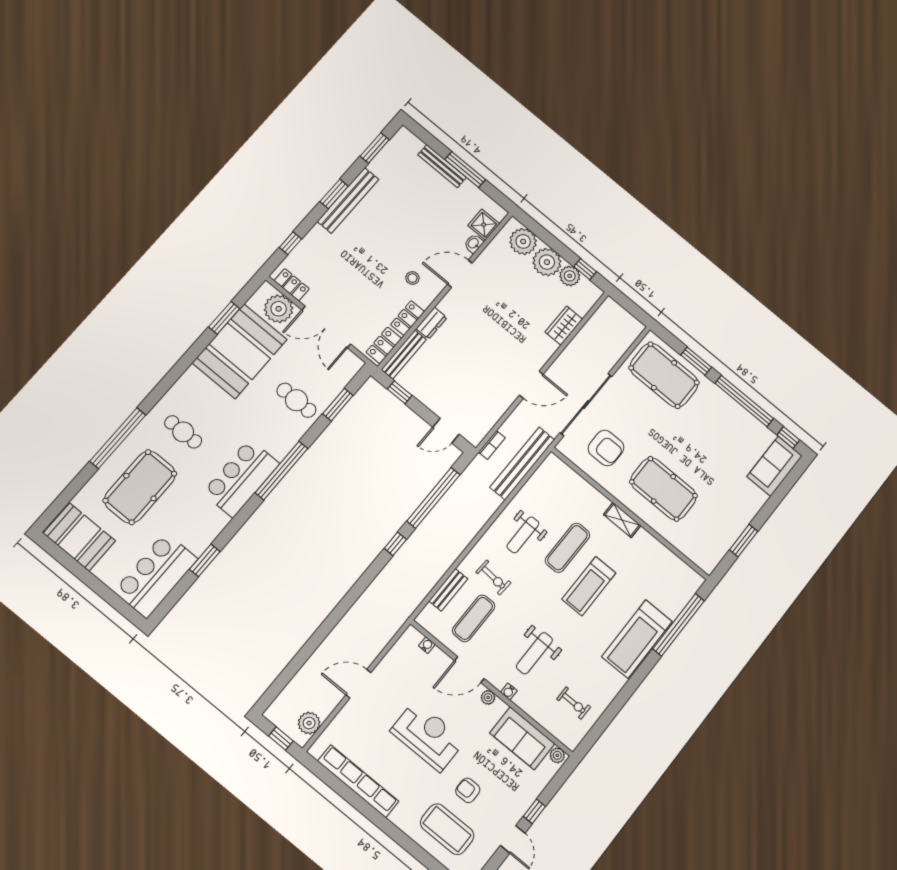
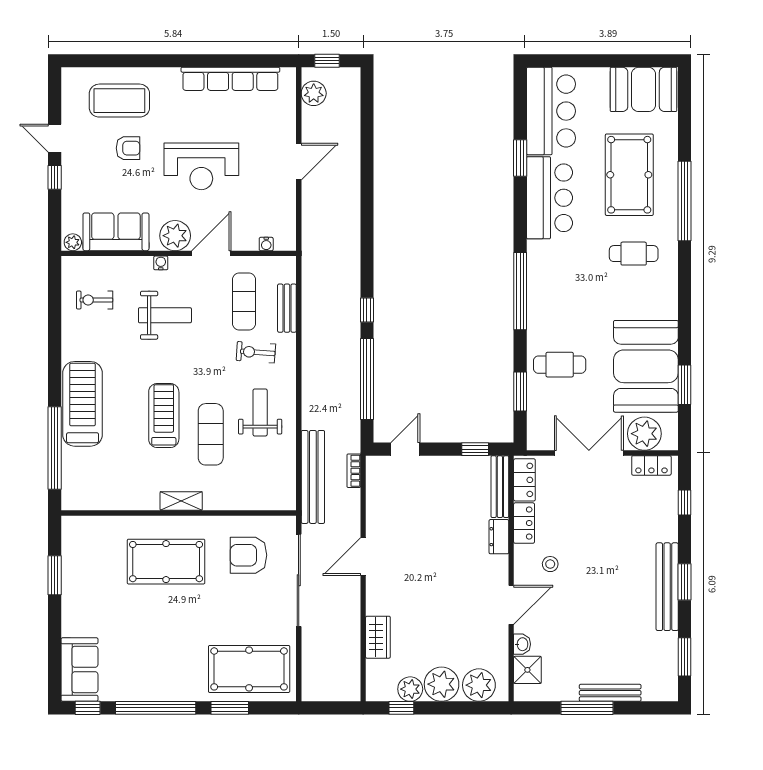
bar counter: (241, 478) -> (549, 198), moved
weight bench: (534, 653) -> (165, 315), turned 90
plant: (488, 697) -> (175, 236), width x1.87, depth x1.87

